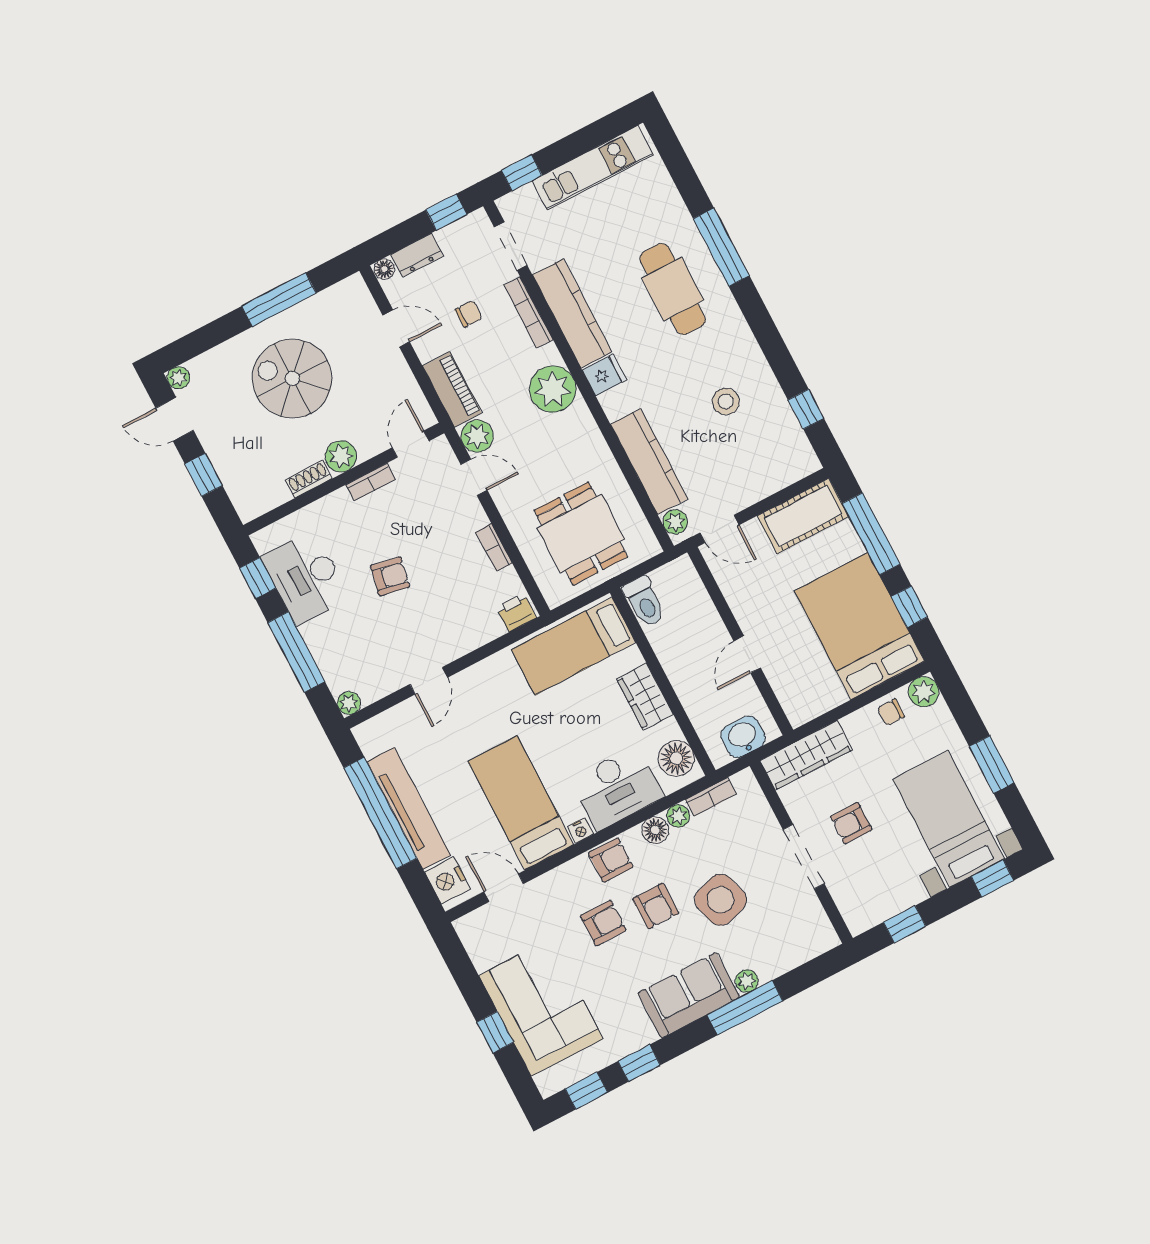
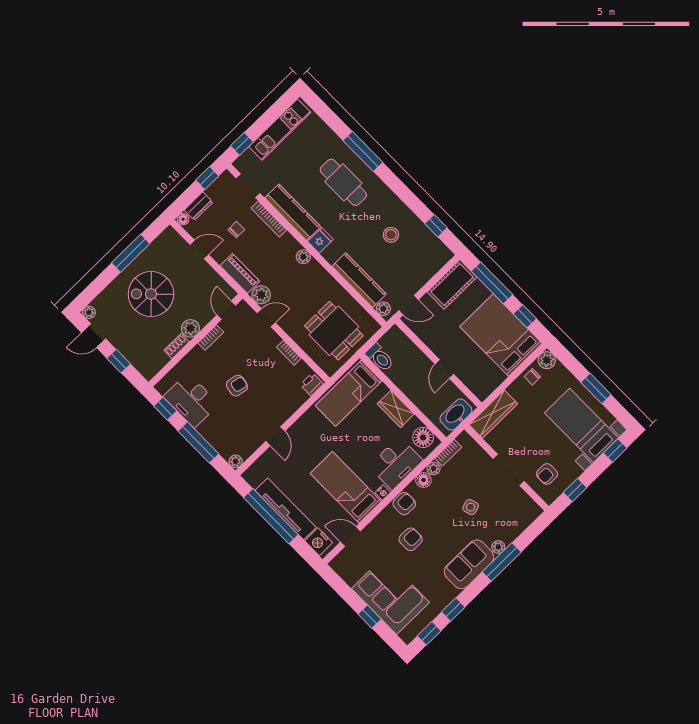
plant: (553, 389) -> (303, 257), width x0.53, depth x0.53
washbasin: (743, 737) -> (456, 415), width x1.38
armchair: (851, 823) -> (547, 474), moved
side table: (721, 900) -> (471, 507), width x0.54, depth x0.54
armchair: (656, 906) -> (436, 521), removed

